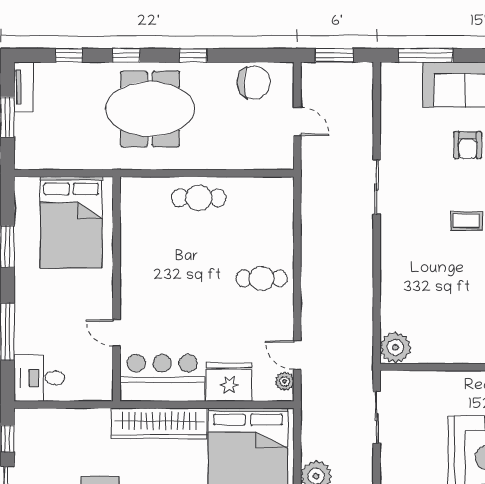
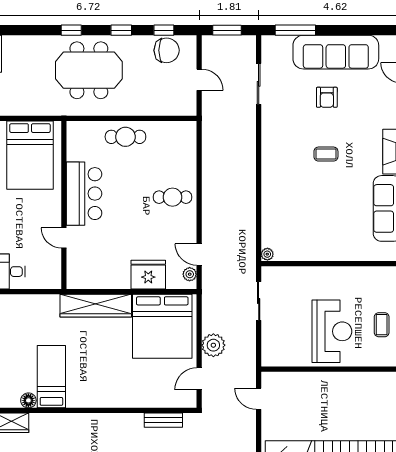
window: (69, 55) -> (164, 30), moved
sliding door: (377, 187) -> (259, 84), moved
plant: (395, 347) -> (267, 254), width x0.53, depth x0.53
bar counter: (162, 378) -> (84, 194), moved, turned 90

